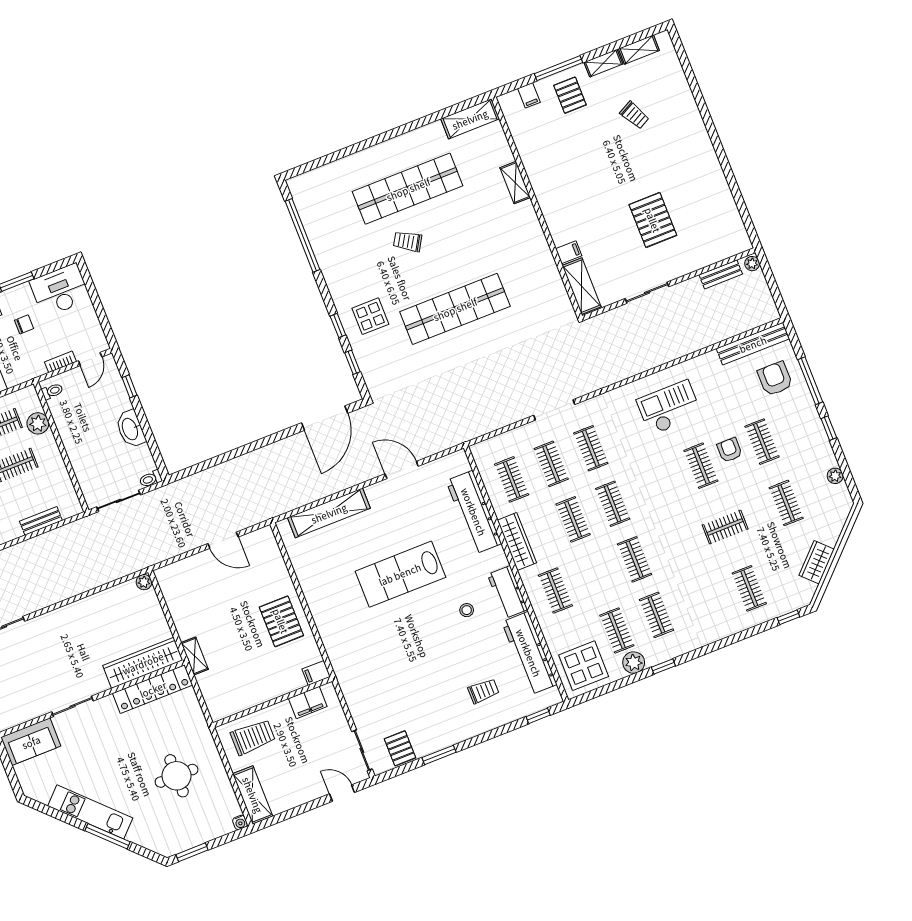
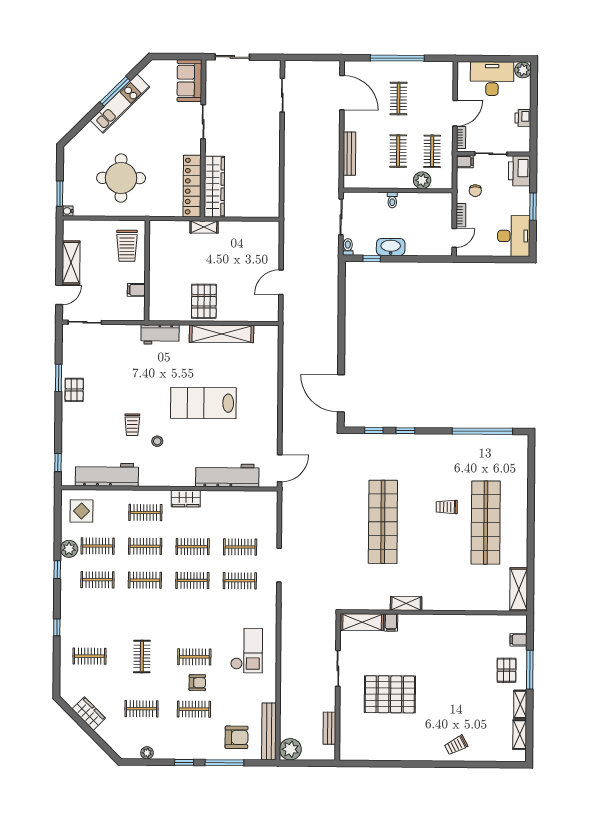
pallet: (570, 95) -> (507, 670), turned 90
trolley: (634, 115) -> (456, 745), moved
shelving: (515, 183) -> (406, 603), moved
pallet: (653, 220) -> (390, 694), width x1.37, depth x1.41
trolley: (408, 241) -> (447, 507), turned -121
plant: (752, 264) -> (290, 749), moved, width x1.87, depth x1.87
display table: (370, 316) -> (403, 457), removed
chair: (24, 324) -> (475, 191), moved
door: (90, 359) -> (454, 238), swing flipped
window: (130, 386) -> (372, 258), moved
toilet: (52, 391) -> (392, 200), moved
door: (402, 470) -> (280, 468), moved
clothes rail: (512, 479) -> (145, 546), moved
shelving: (329, 513) -> (222, 334), moved, turned 90
bench: (41, 521) -> (349, 154), width x1.36
wardrobe: (517, 541) -> (186, 499), width x0.67
lab bench: (400, 574) -> (203, 403), turned -90
plant: (144, 582) -> (274, 211), removed
workbench: (507, 592) -> (160, 334), moved, turned 180
window: (788, 617) -> (57, 627), moved
pallet: (281, 621) -> (204, 301), turned 90
display table: (584, 666) -> (82, 511), width x0.73, depth x0.73
filing cabinet: (316, 673) -> (156, 312), removed
trolley: (483, 691) -> (132, 425), moved
filing cabinet: (308, 702) -> (136, 290), width x0.50
pallet: (400, 748) -> (74, 390), moved, turned 90
round table: (177, 776) -> (121, 178), width x1.36, depth x1.36
shelving: (253, 795) -> (71, 263), moved, turned 90
window: (107, 836) -> (115, 91), moved
window: (192, 852) -> (60, 194), moved

